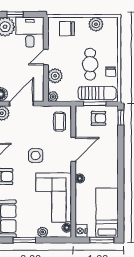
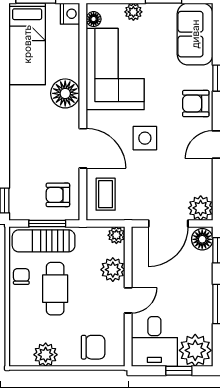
armchair: (99, 118) -> (58, 195), moved
door: (73, 149) -> (83, 148), swing flipped
floor lamp: (80, 178) -> (65, 93), width x1.89, depth x1.89

